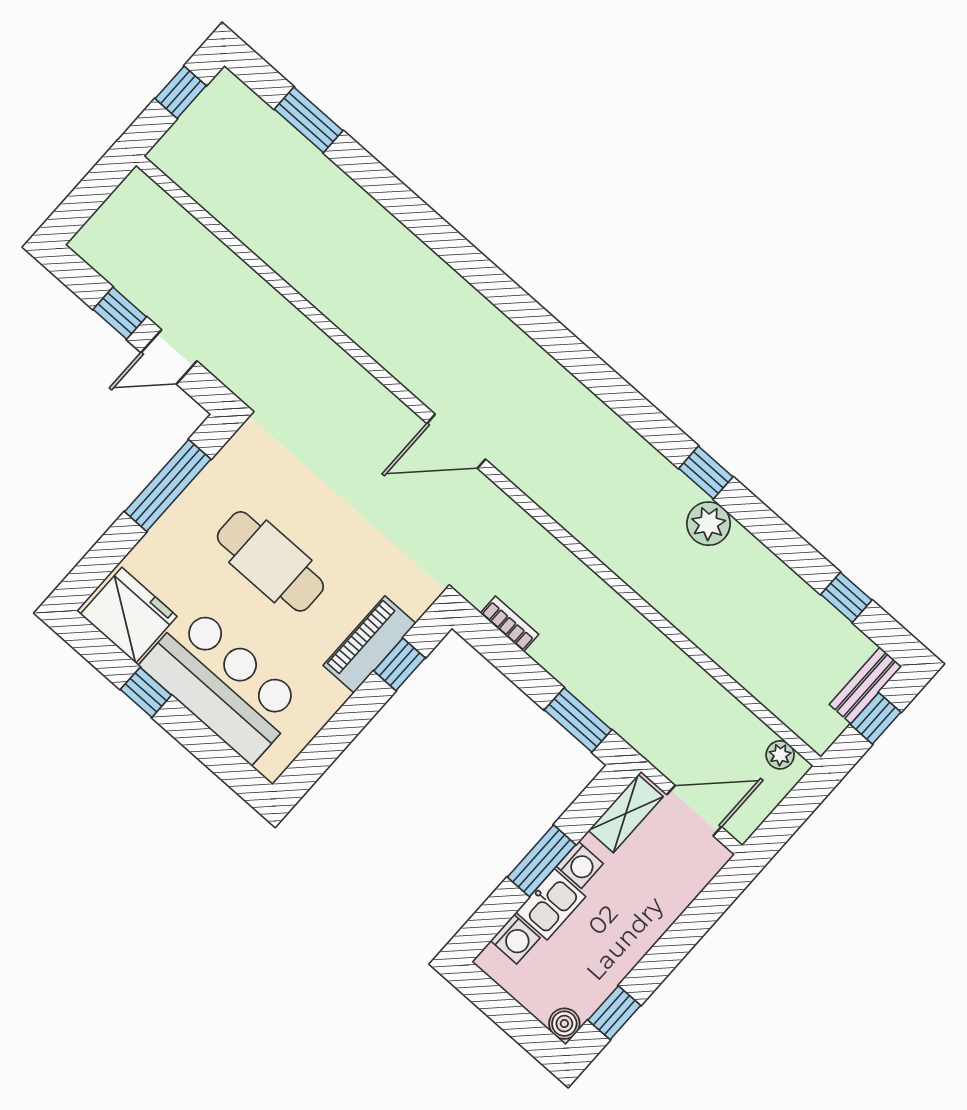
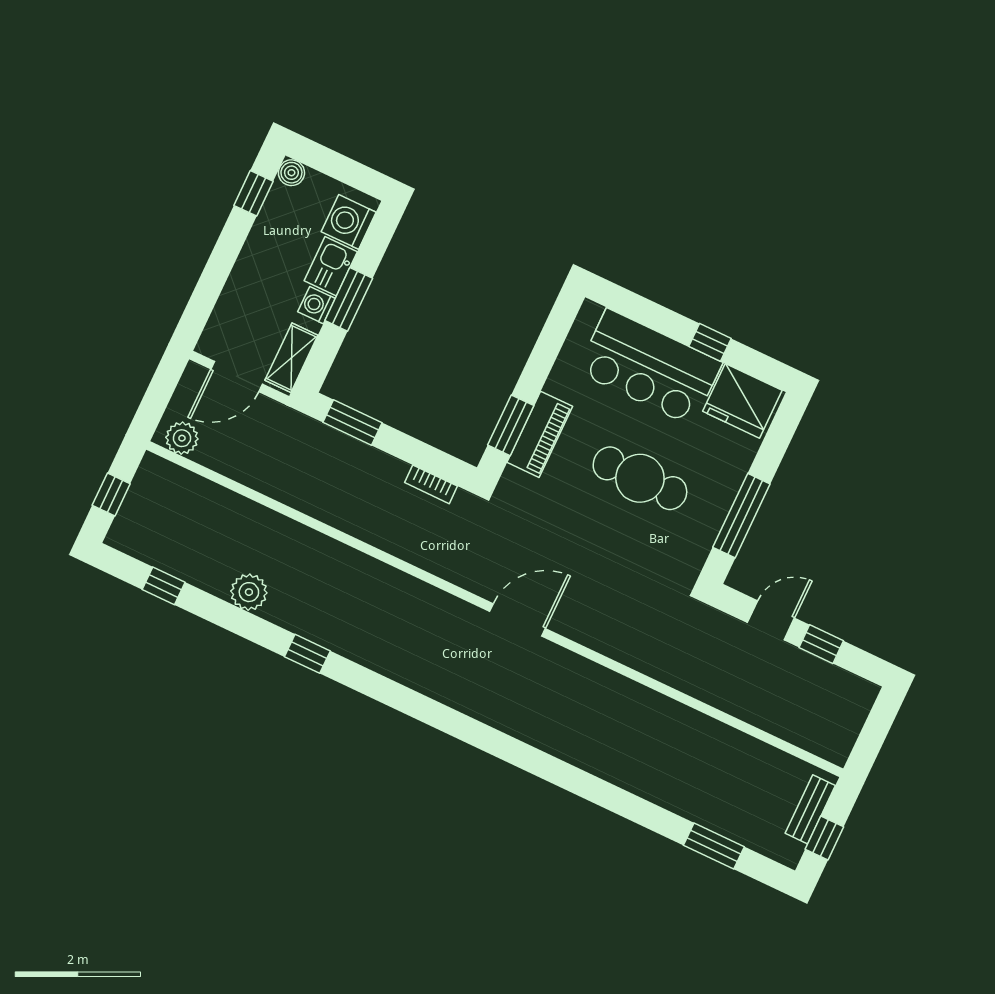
plant: (708, 524) -> (249, 592), moved
window: (399, 664) -> (511, 425), width x1.50
bench: (865, 685) -> (810, 809), moved
plant: (780, 755) -> (182, 438), width x1.38, depth x1.38
washing machine: (515, 939) -> (349, 222), width x1.38, depth x1.38

